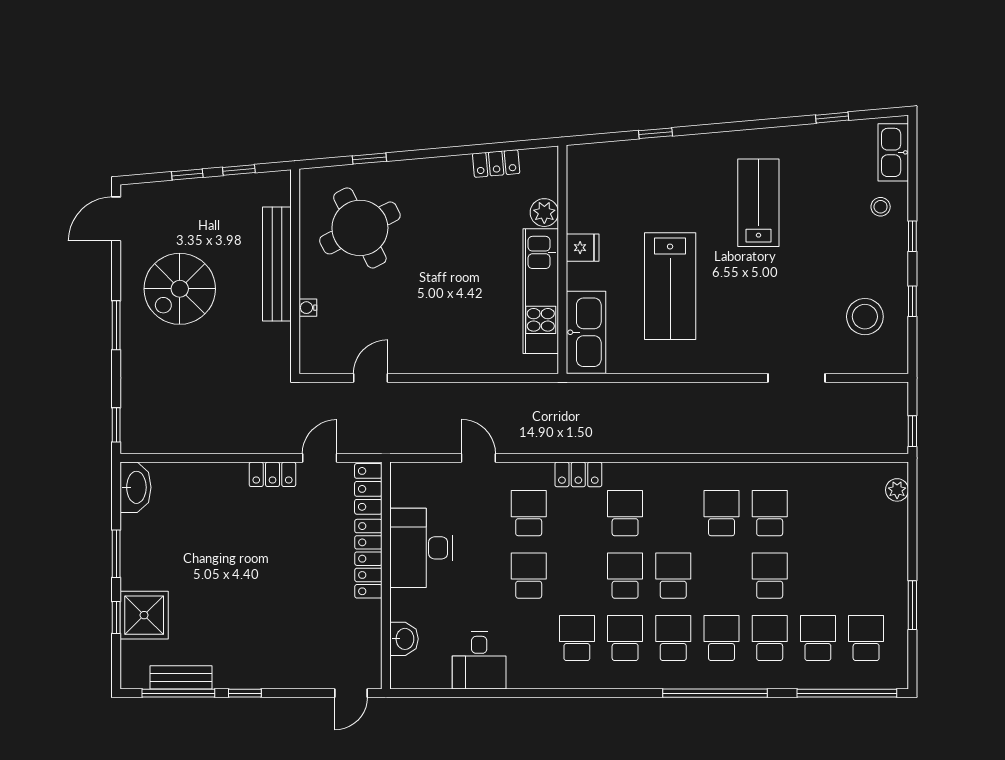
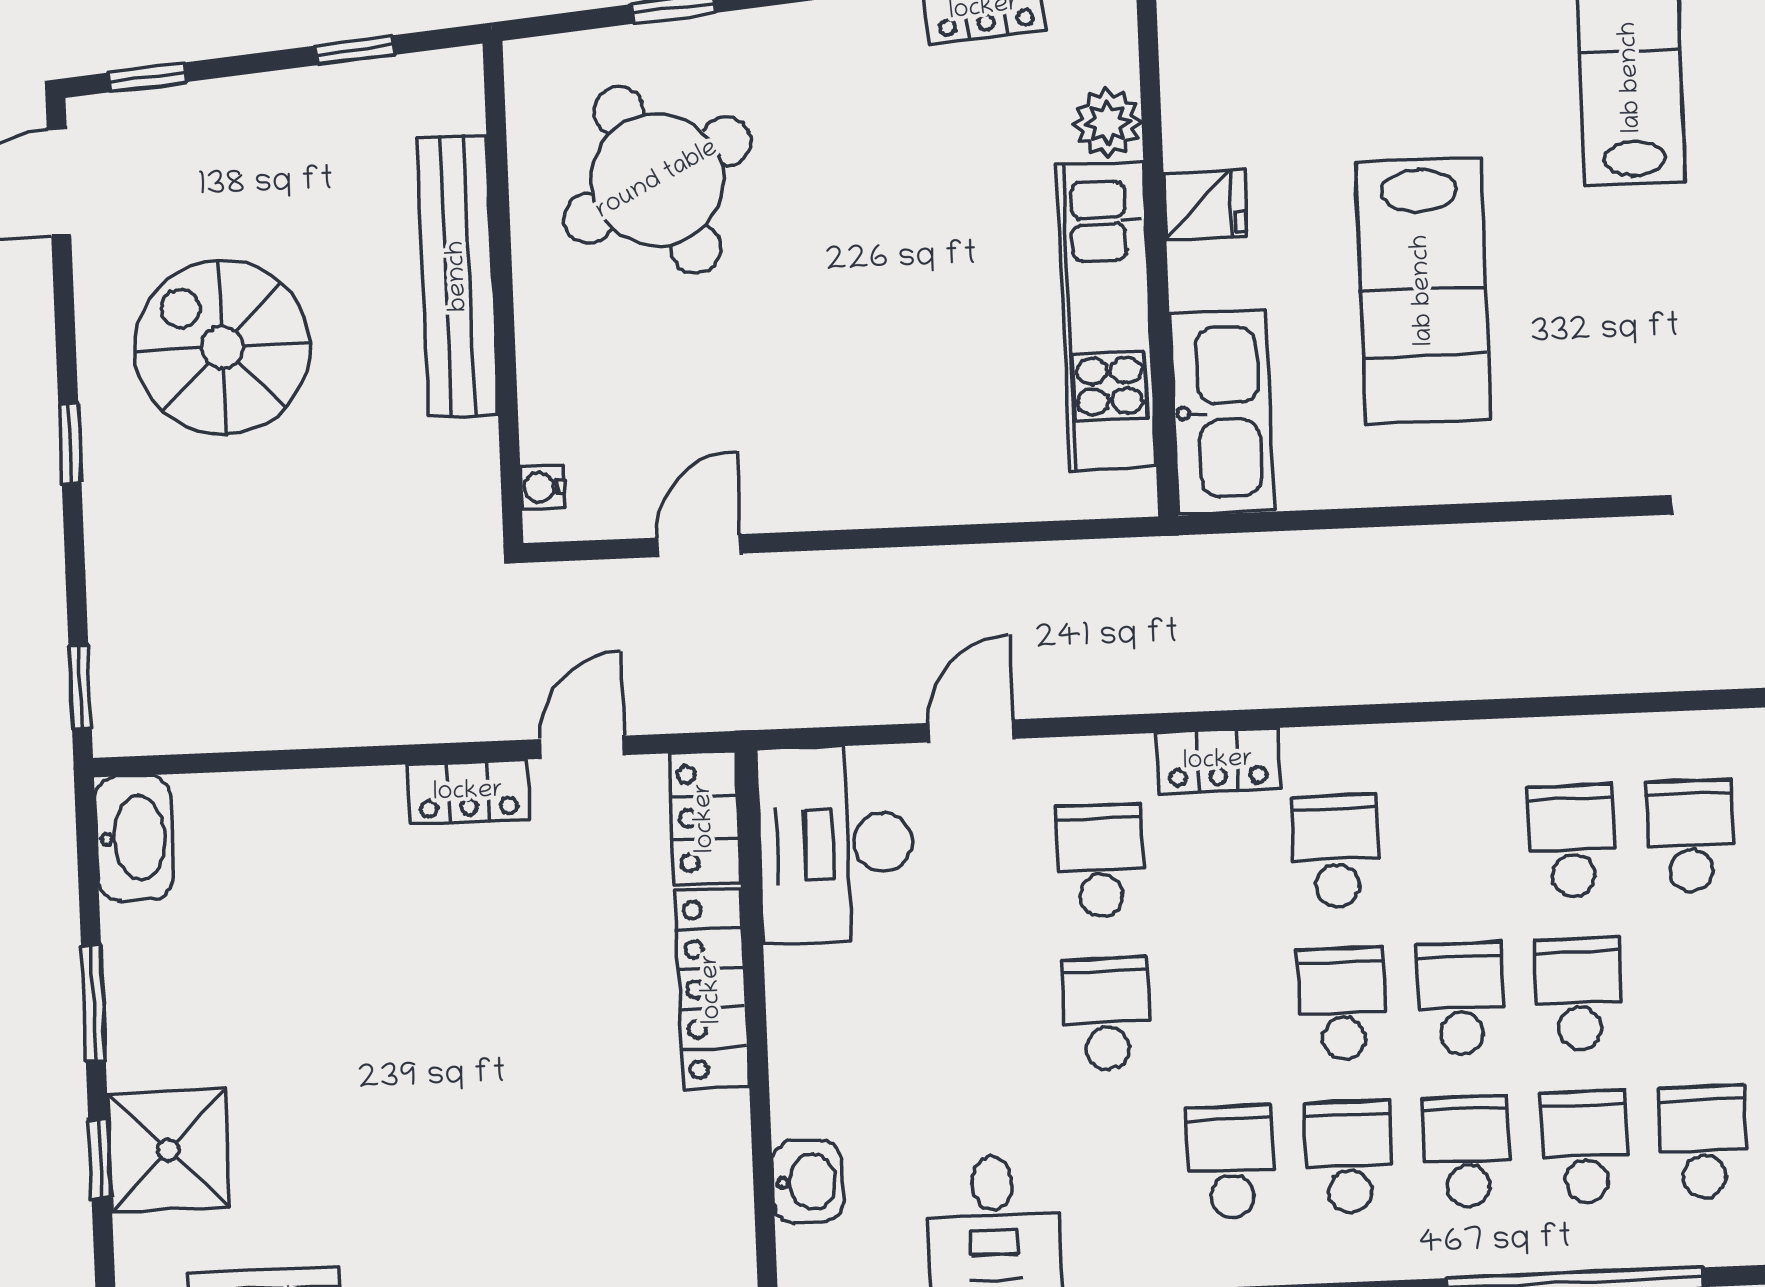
window: (187, 175) -> (147, 77), moved
spiral stairs: (180, 289) -> (222, 347), turned 90
water cooler: (308, 308) -> (542, 487), moved
window: (116, 325) -> (70, 443), width x0.67
door: (478, 458) -> (971, 731), hinge flipped
desk: (421, 548) -> (836, 844), moved
school desk: (770, 576) -> (1579, 994), moved

